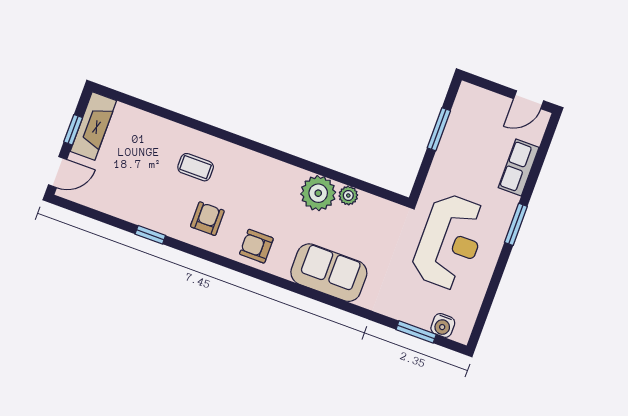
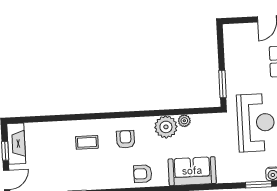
window: (439, 129) -> (222, 84), moved
armchair: (207, 219) -> (126, 139), moved

